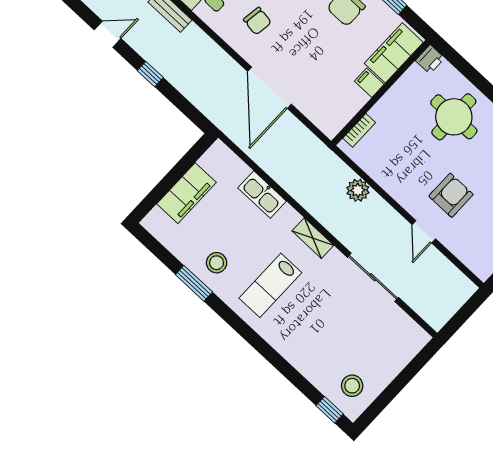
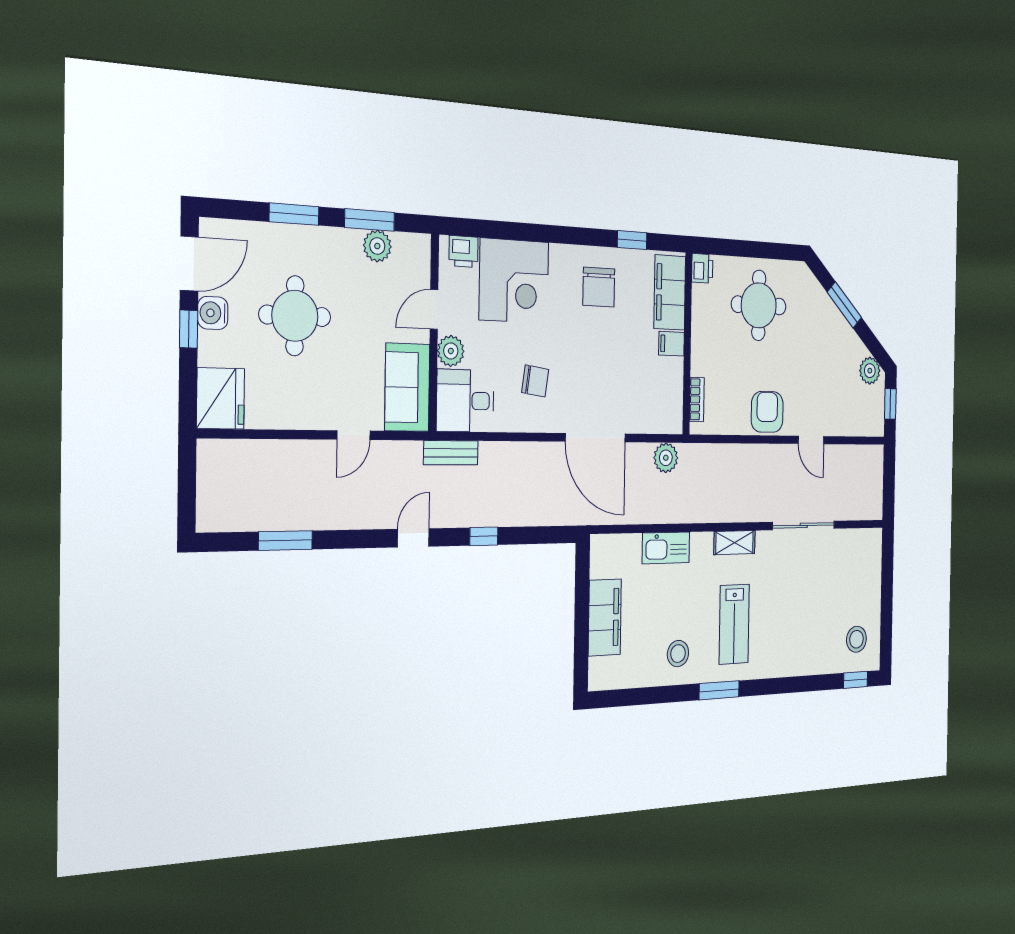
plant: (358, 190) -> (666, 458), moved
armchair: (451, 195) -> (767, 412), moved
window: (194, 283) -> (719, 690), moved

